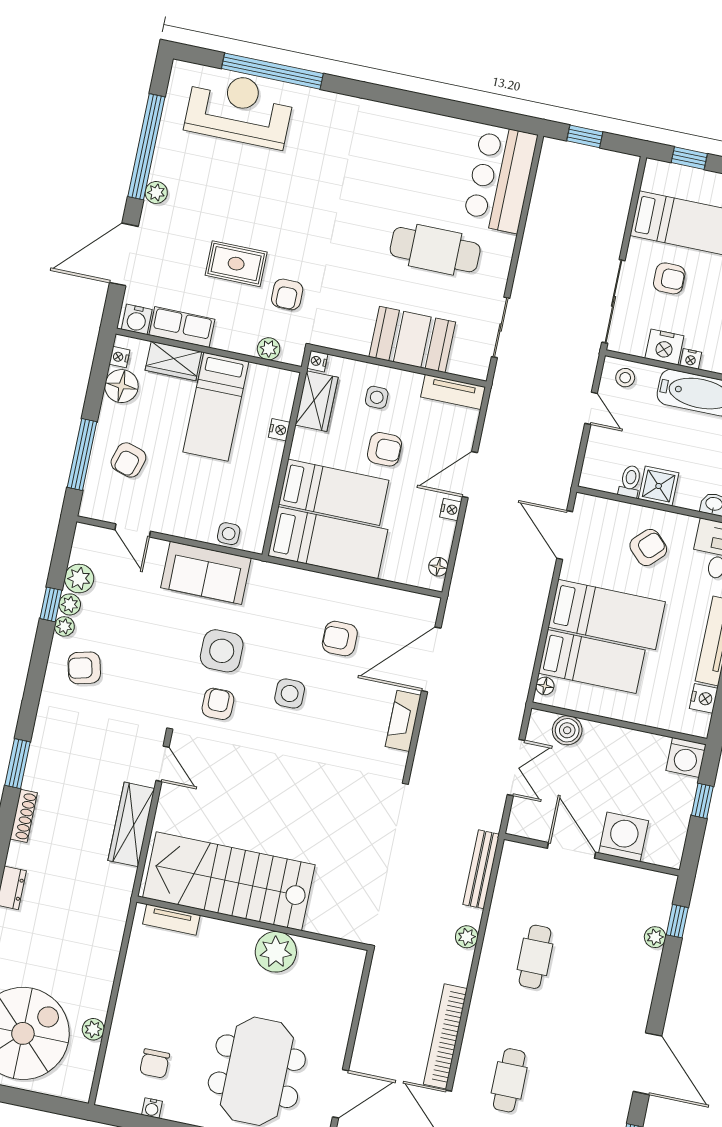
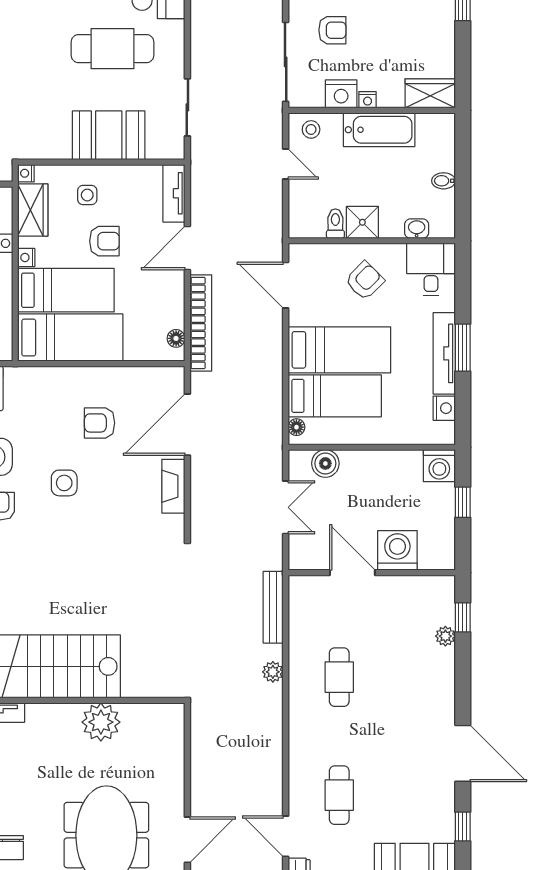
tv unit: (453, 392) -> (174, 193), moved, turned 90
nightstand: (451, 509) -> (26, 257), moved, turned 180
bookcase: (445, 1036) -> (201, 323), moved, turned 180

